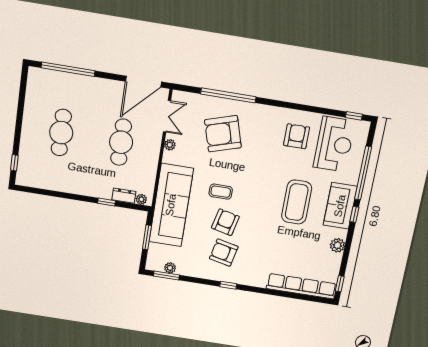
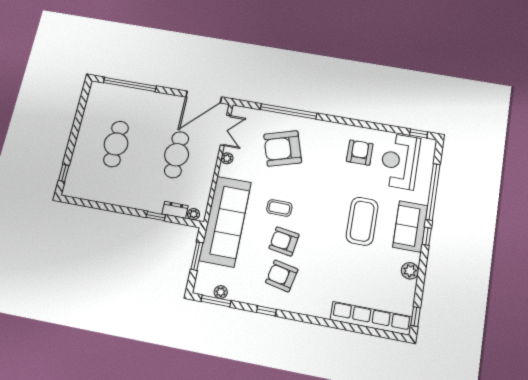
reception desk: (334, 144) -> (400, 161), turned 180
armchair: (225, 222) -> (284, 241), turned -94
window: (228, 285) -> (266, 311), moved

